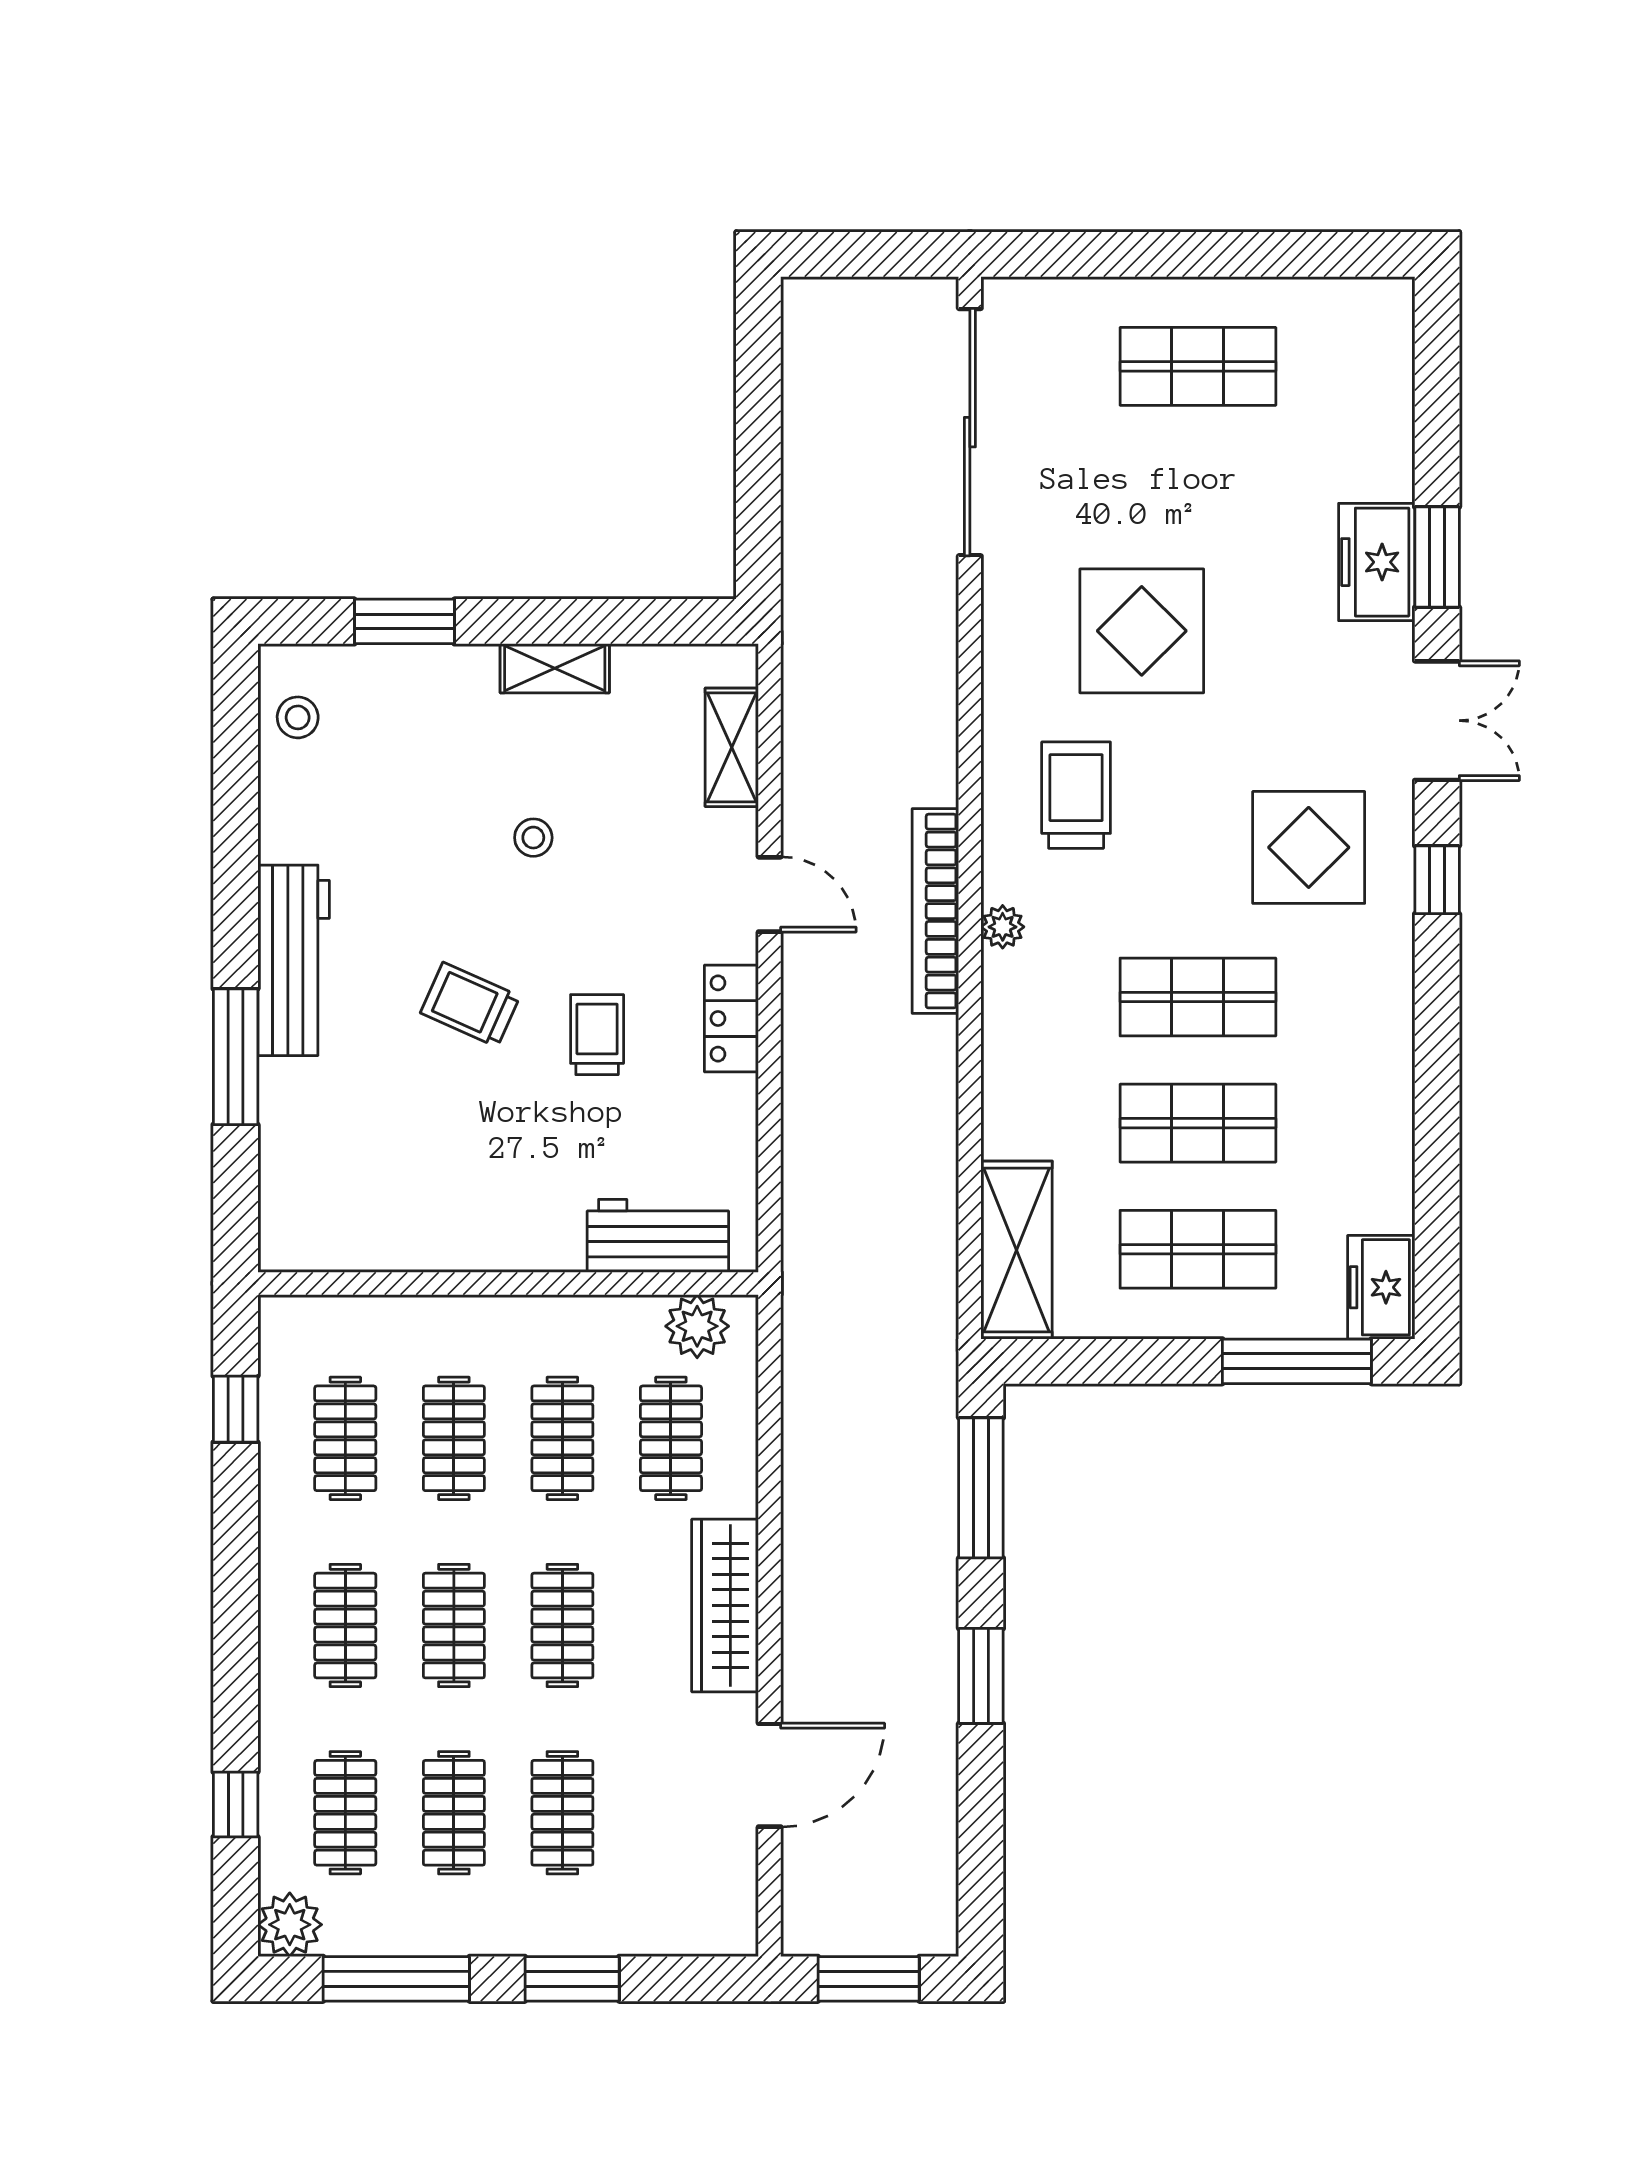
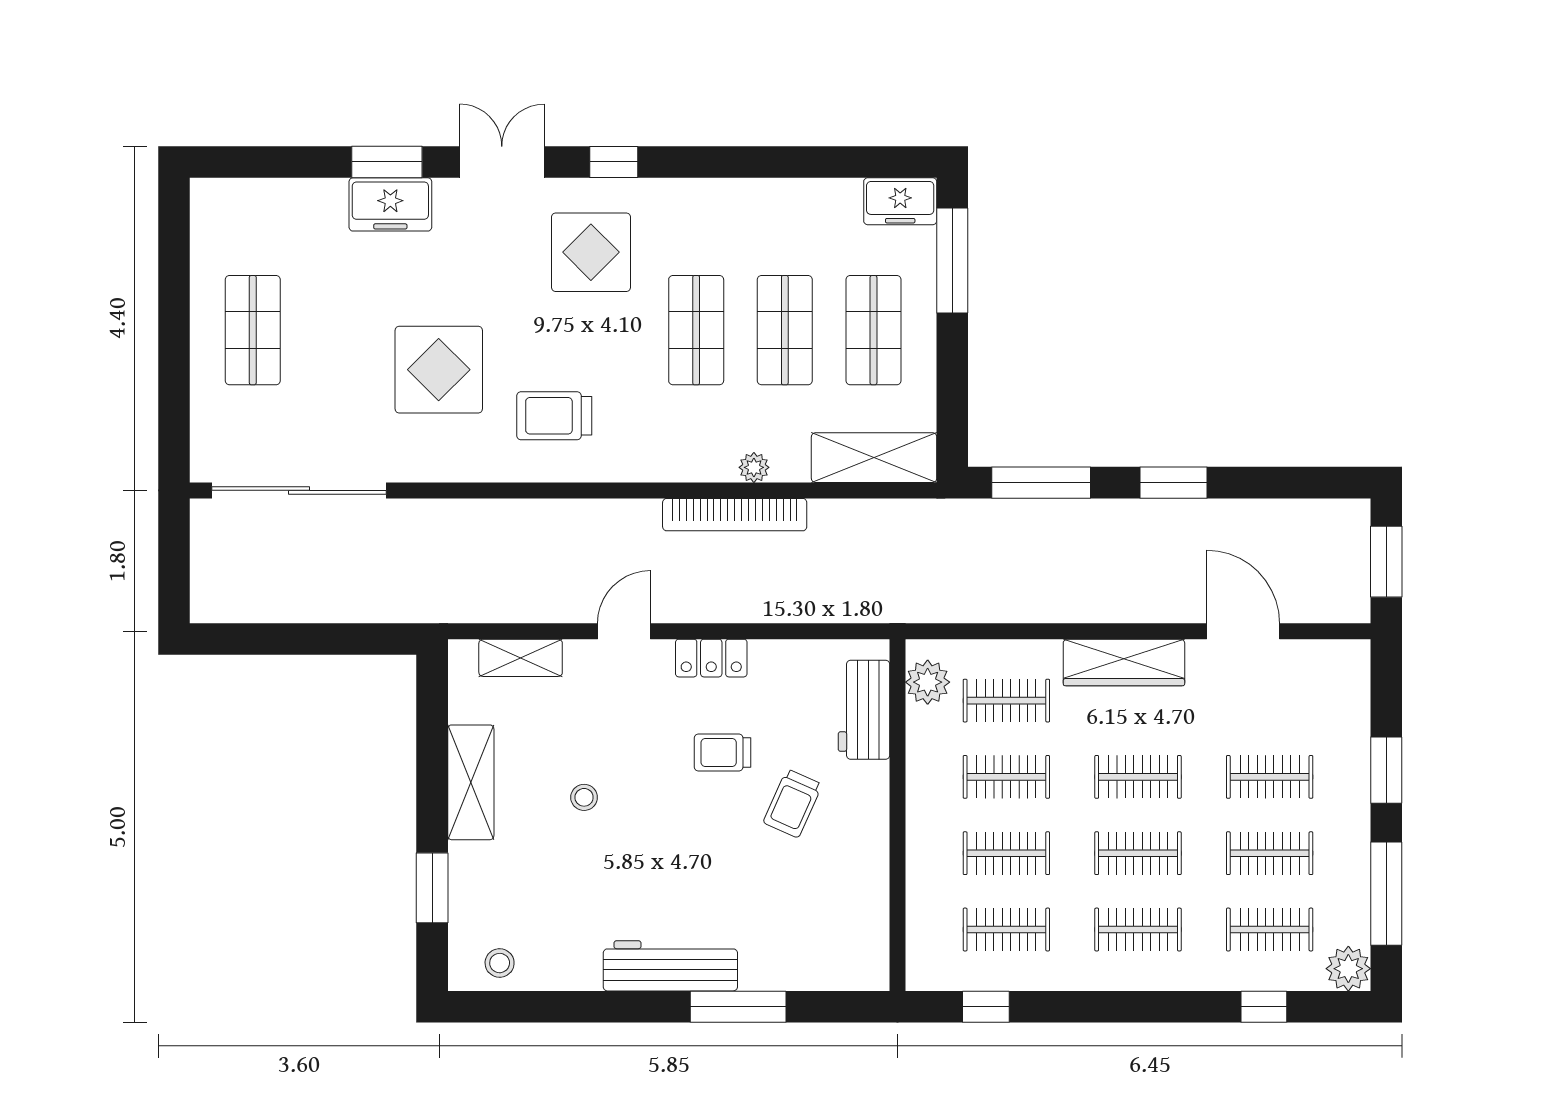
shelving: (555, 668) -> (471, 782), width x1.50, depth x1.33
bookcase: (935, 911) -> (735, 515), moved
plant: (1003, 927) -> (754, 467), moved
trolley: (470, 1005) -> (793, 803), moved

